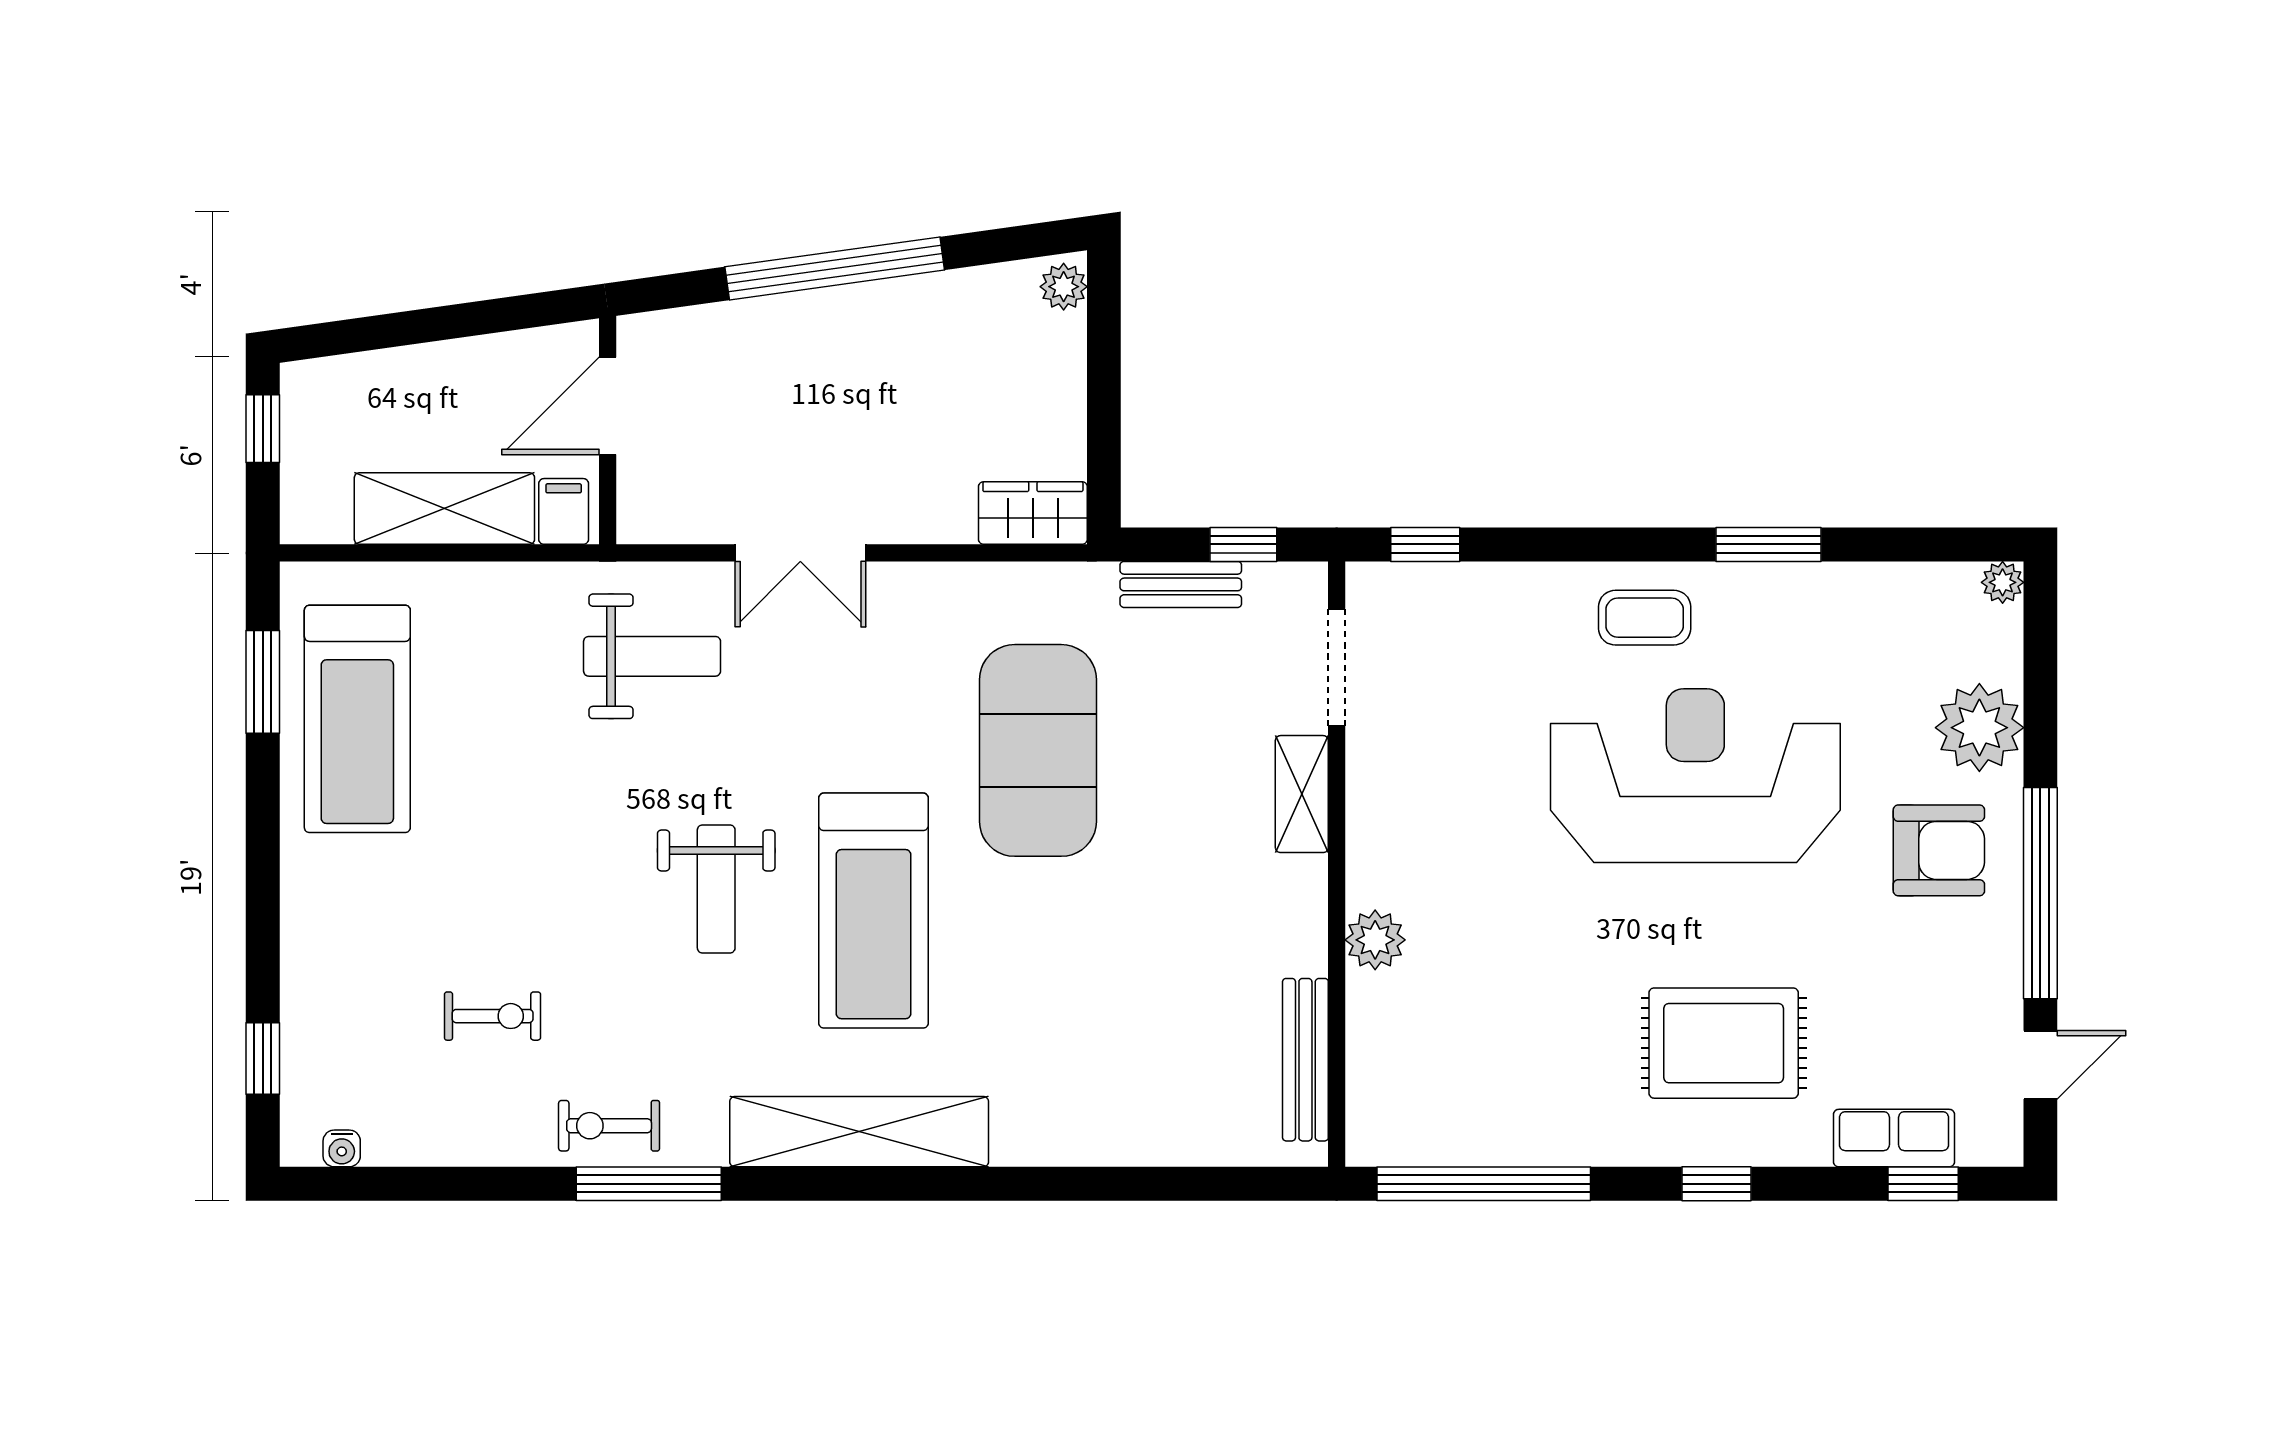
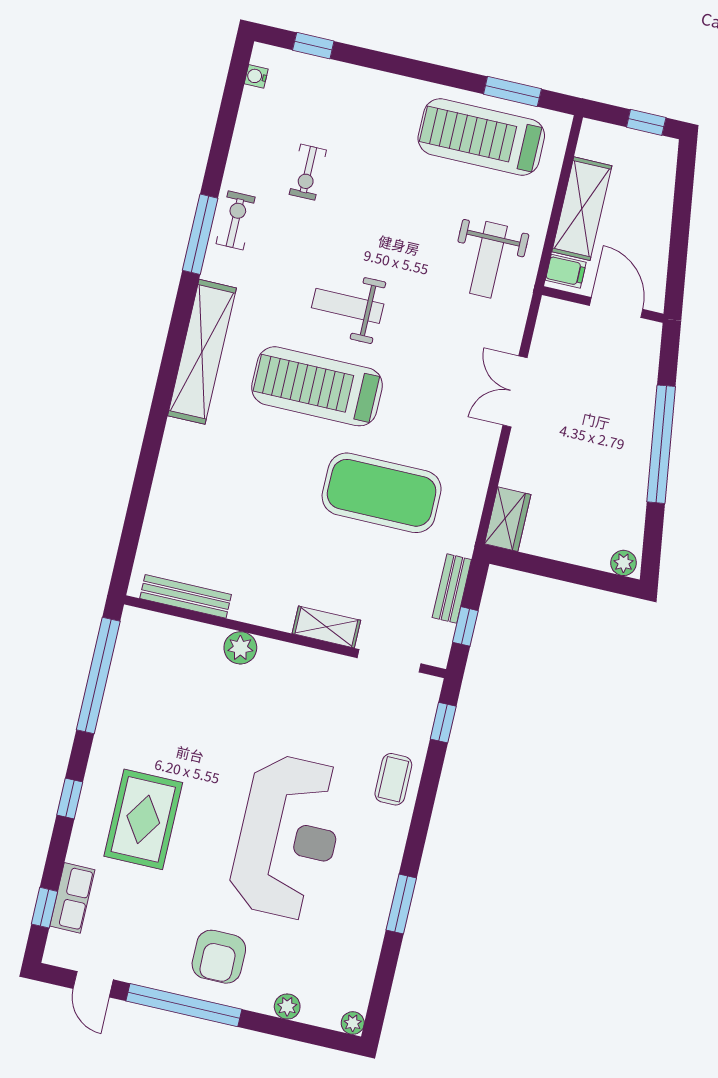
coffee table: (1645, 618) -> (393, 779), moved
weight bench: (652, 656) -> (488, 260), moved
plant: (1979, 728) -> (287, 1007), width x0.53, depth x0.53

